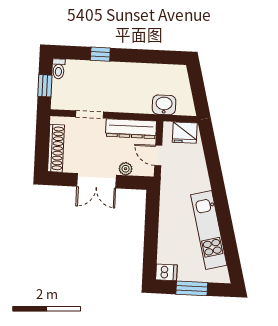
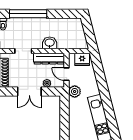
window: (100, 54) -> (28, 14), width x3.17
washbasin: (164, 105) -> (50, 43), moved
plant: (170, 184) -> (75, 91), added

